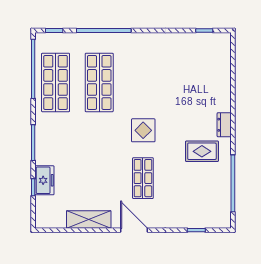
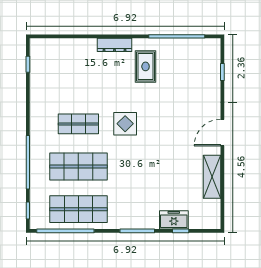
dresser: (224, 125) -> (114, 45), width x1.44
shop shelf: (143, 178) -> (78, 124), moved

